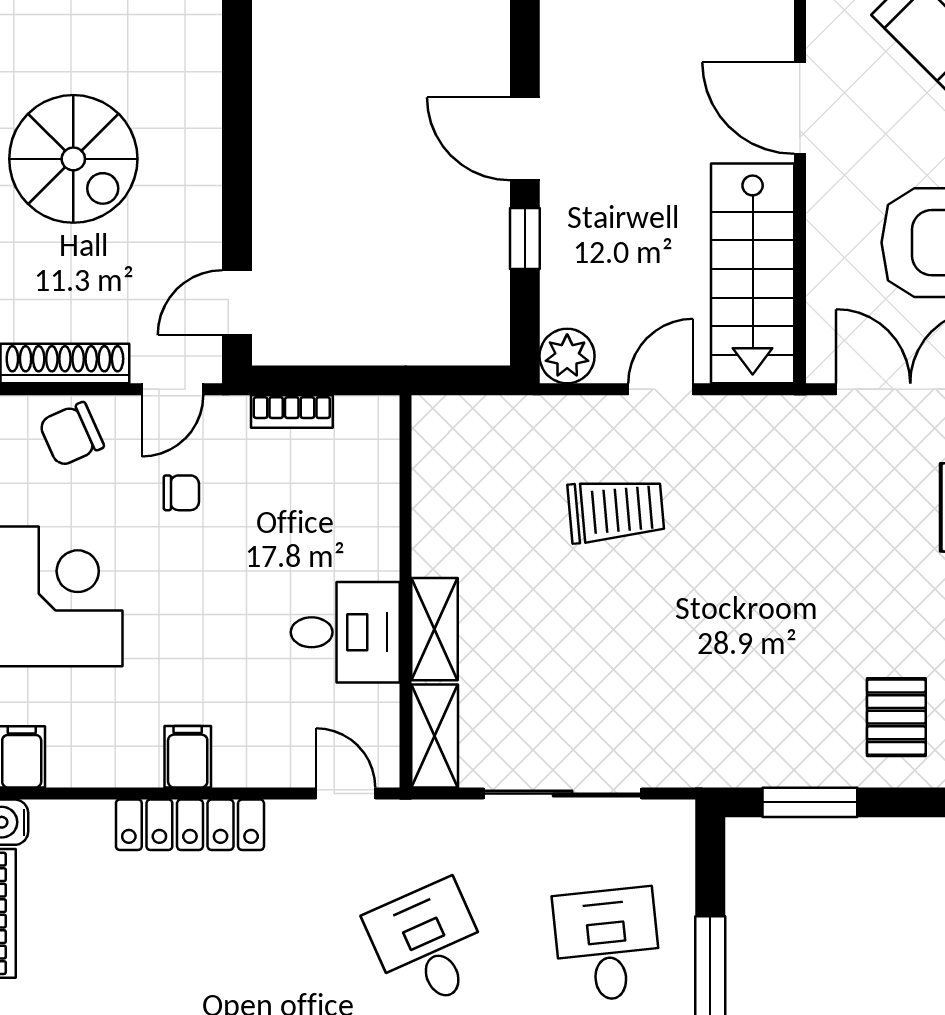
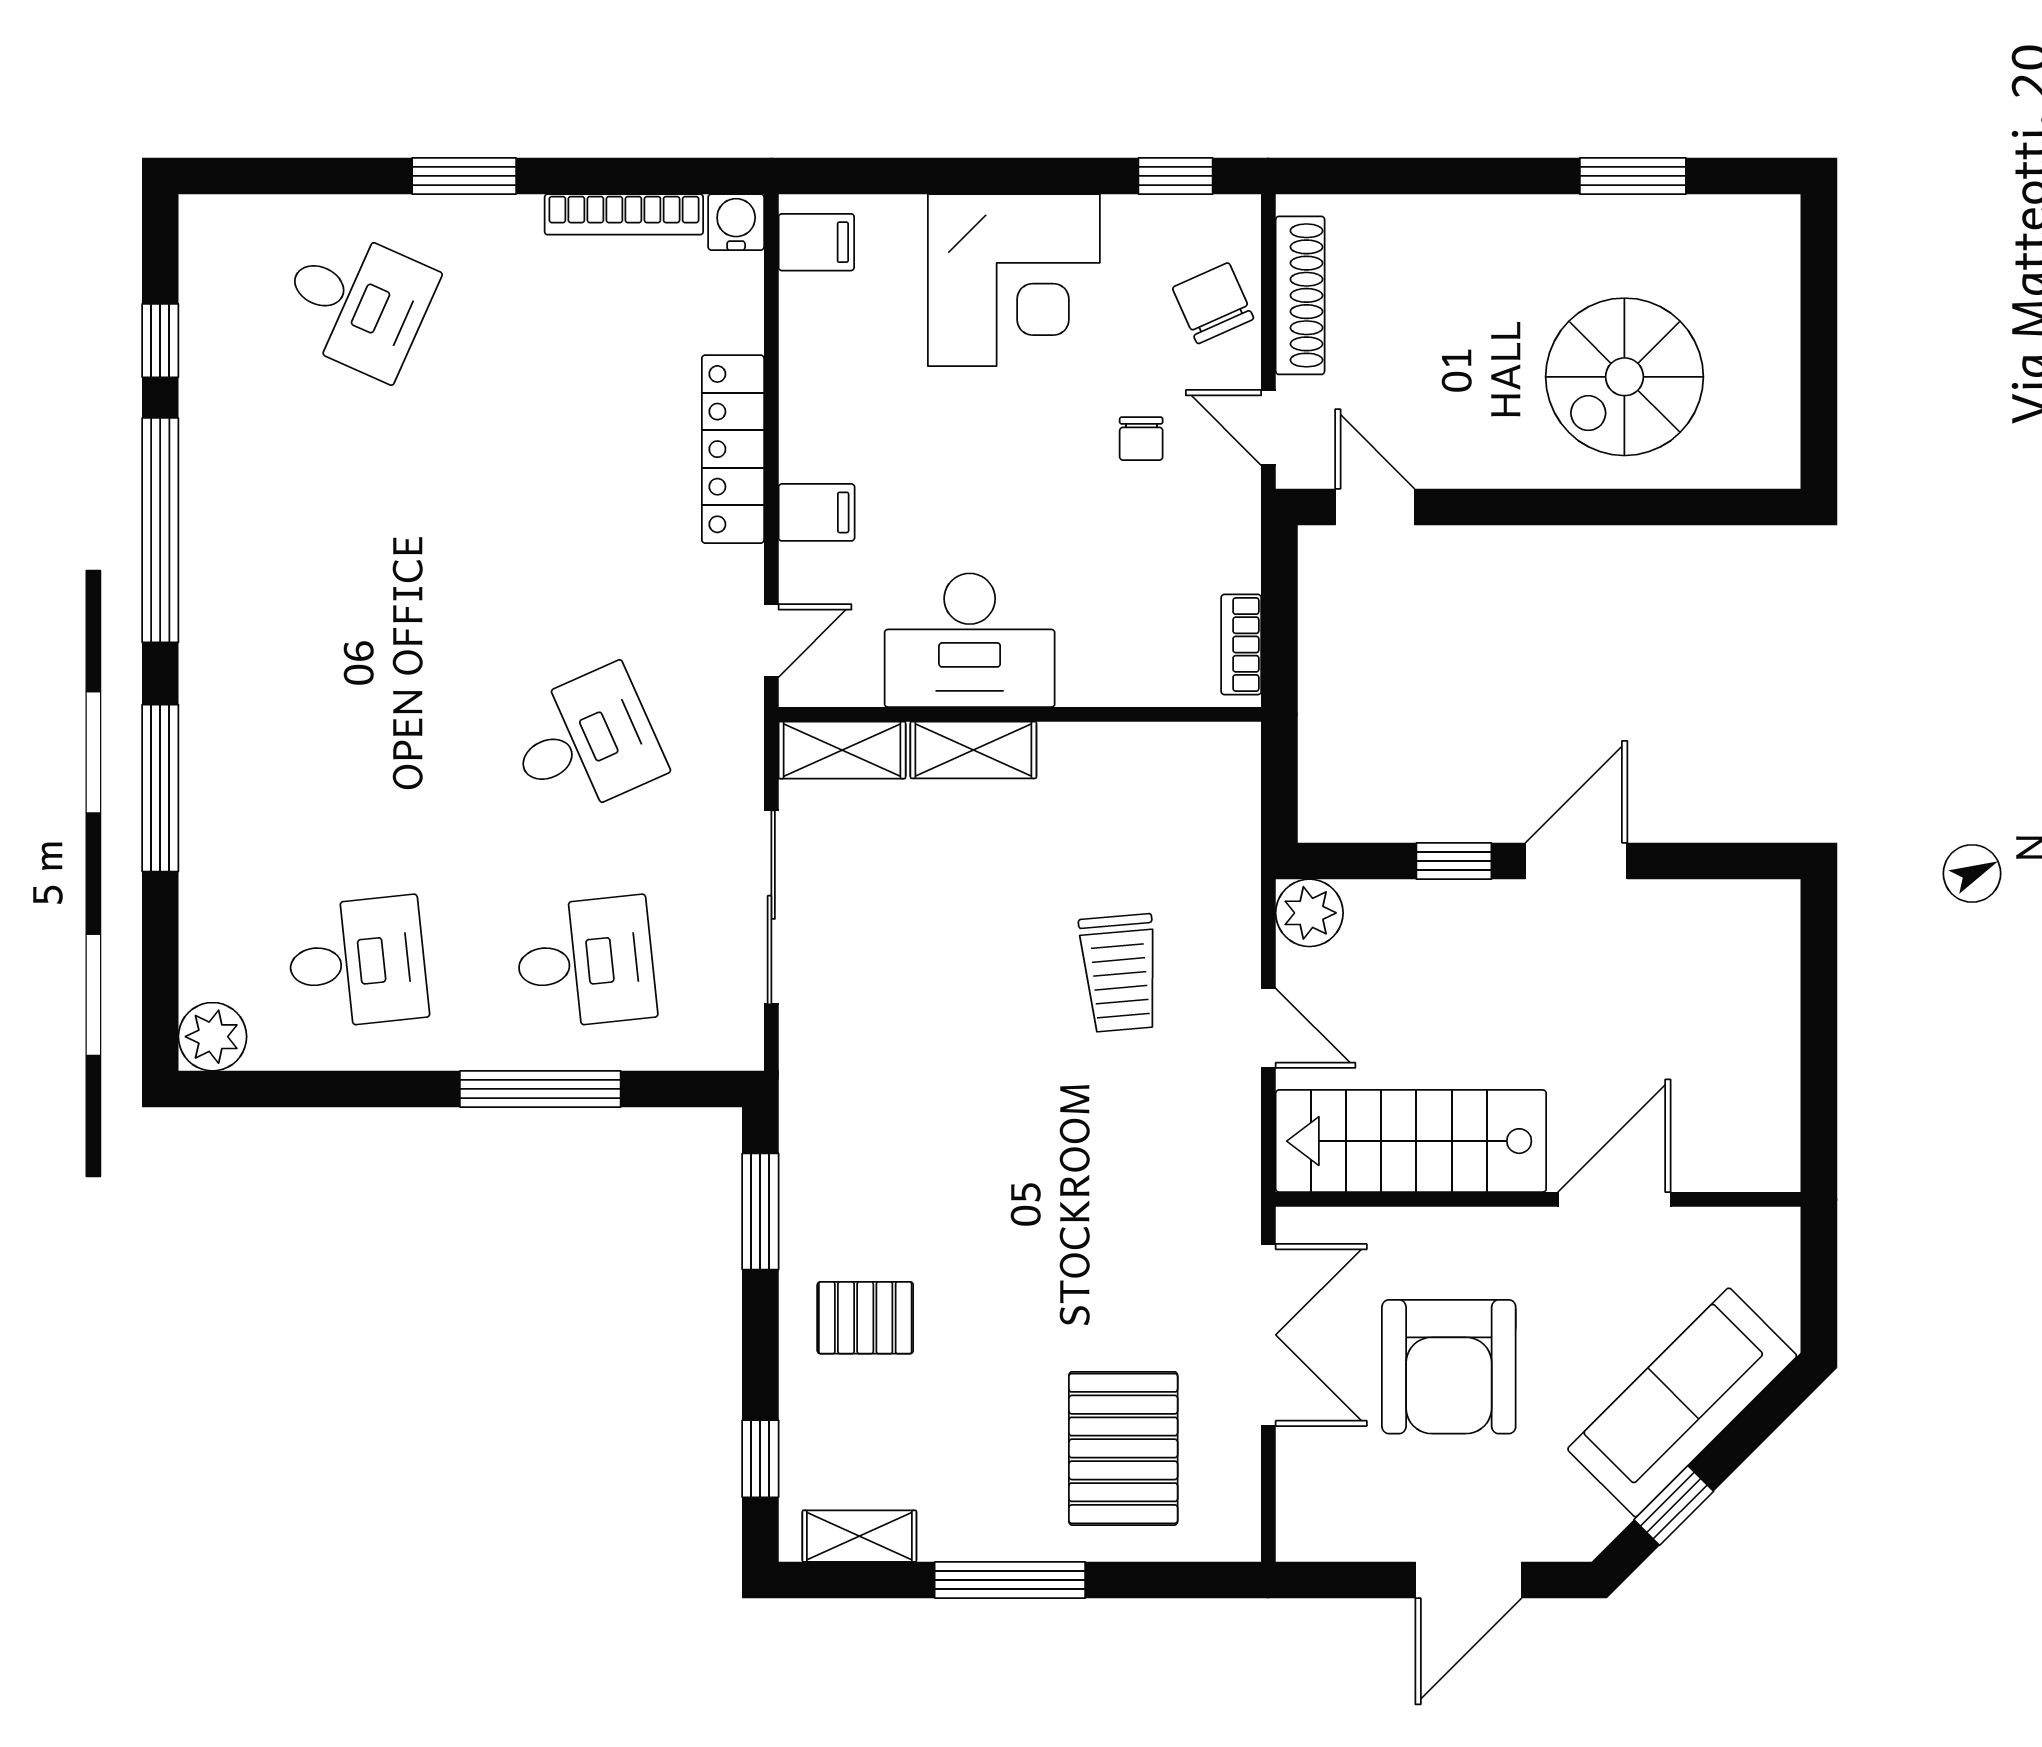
spiral stairs: (73, 159) -> (1624, 377), moved
bookcase: (292, 412) -> (1241, 645), moved
desk: (345, 632) -> (970, 640), width x1.37
filing cabinet: (188, 757) -> (817, 512), moved

